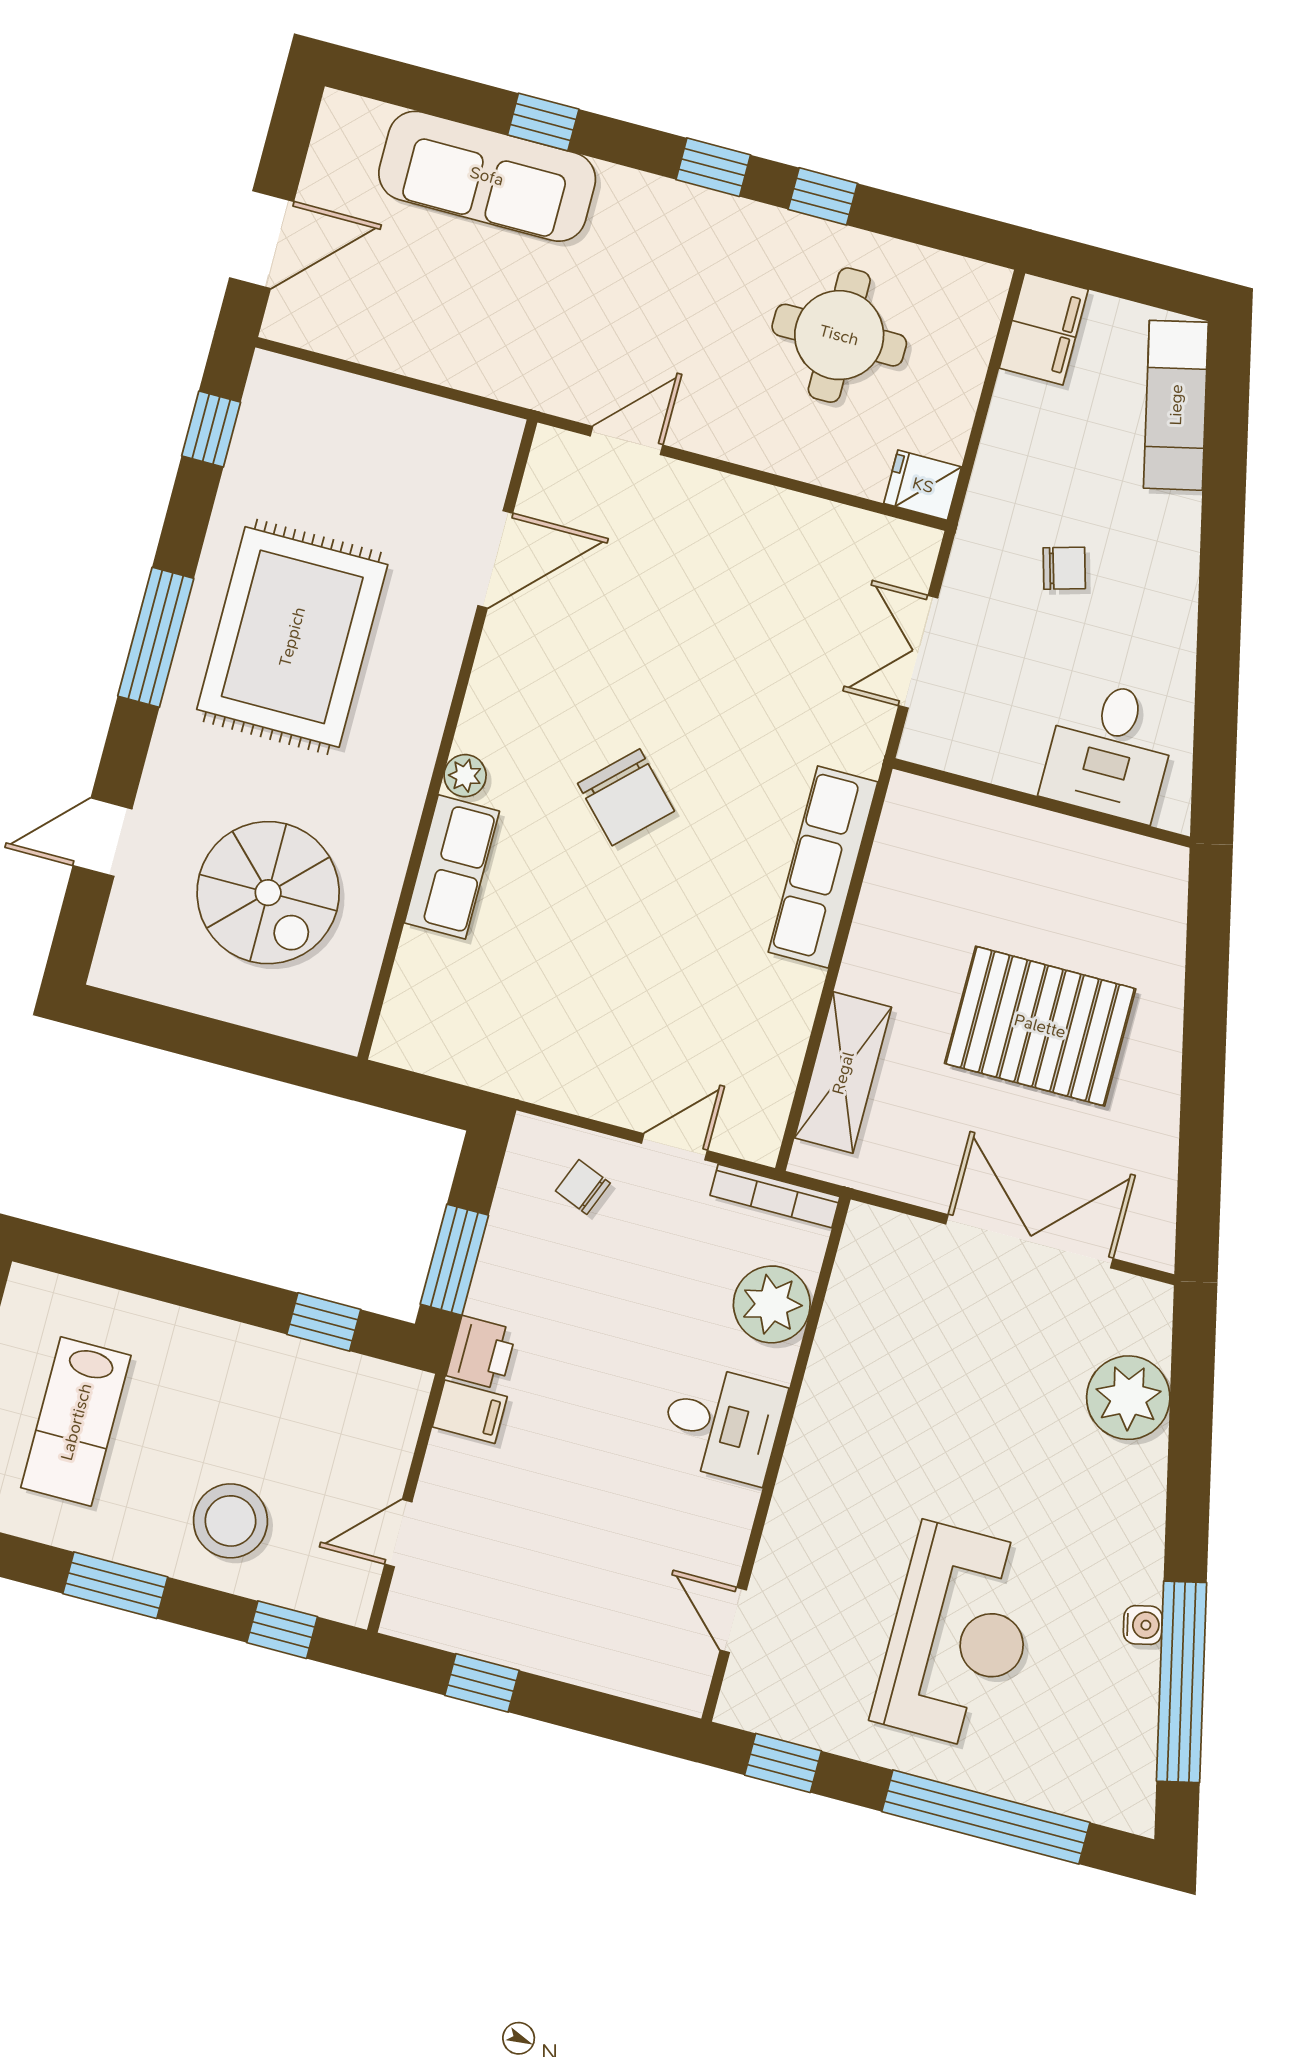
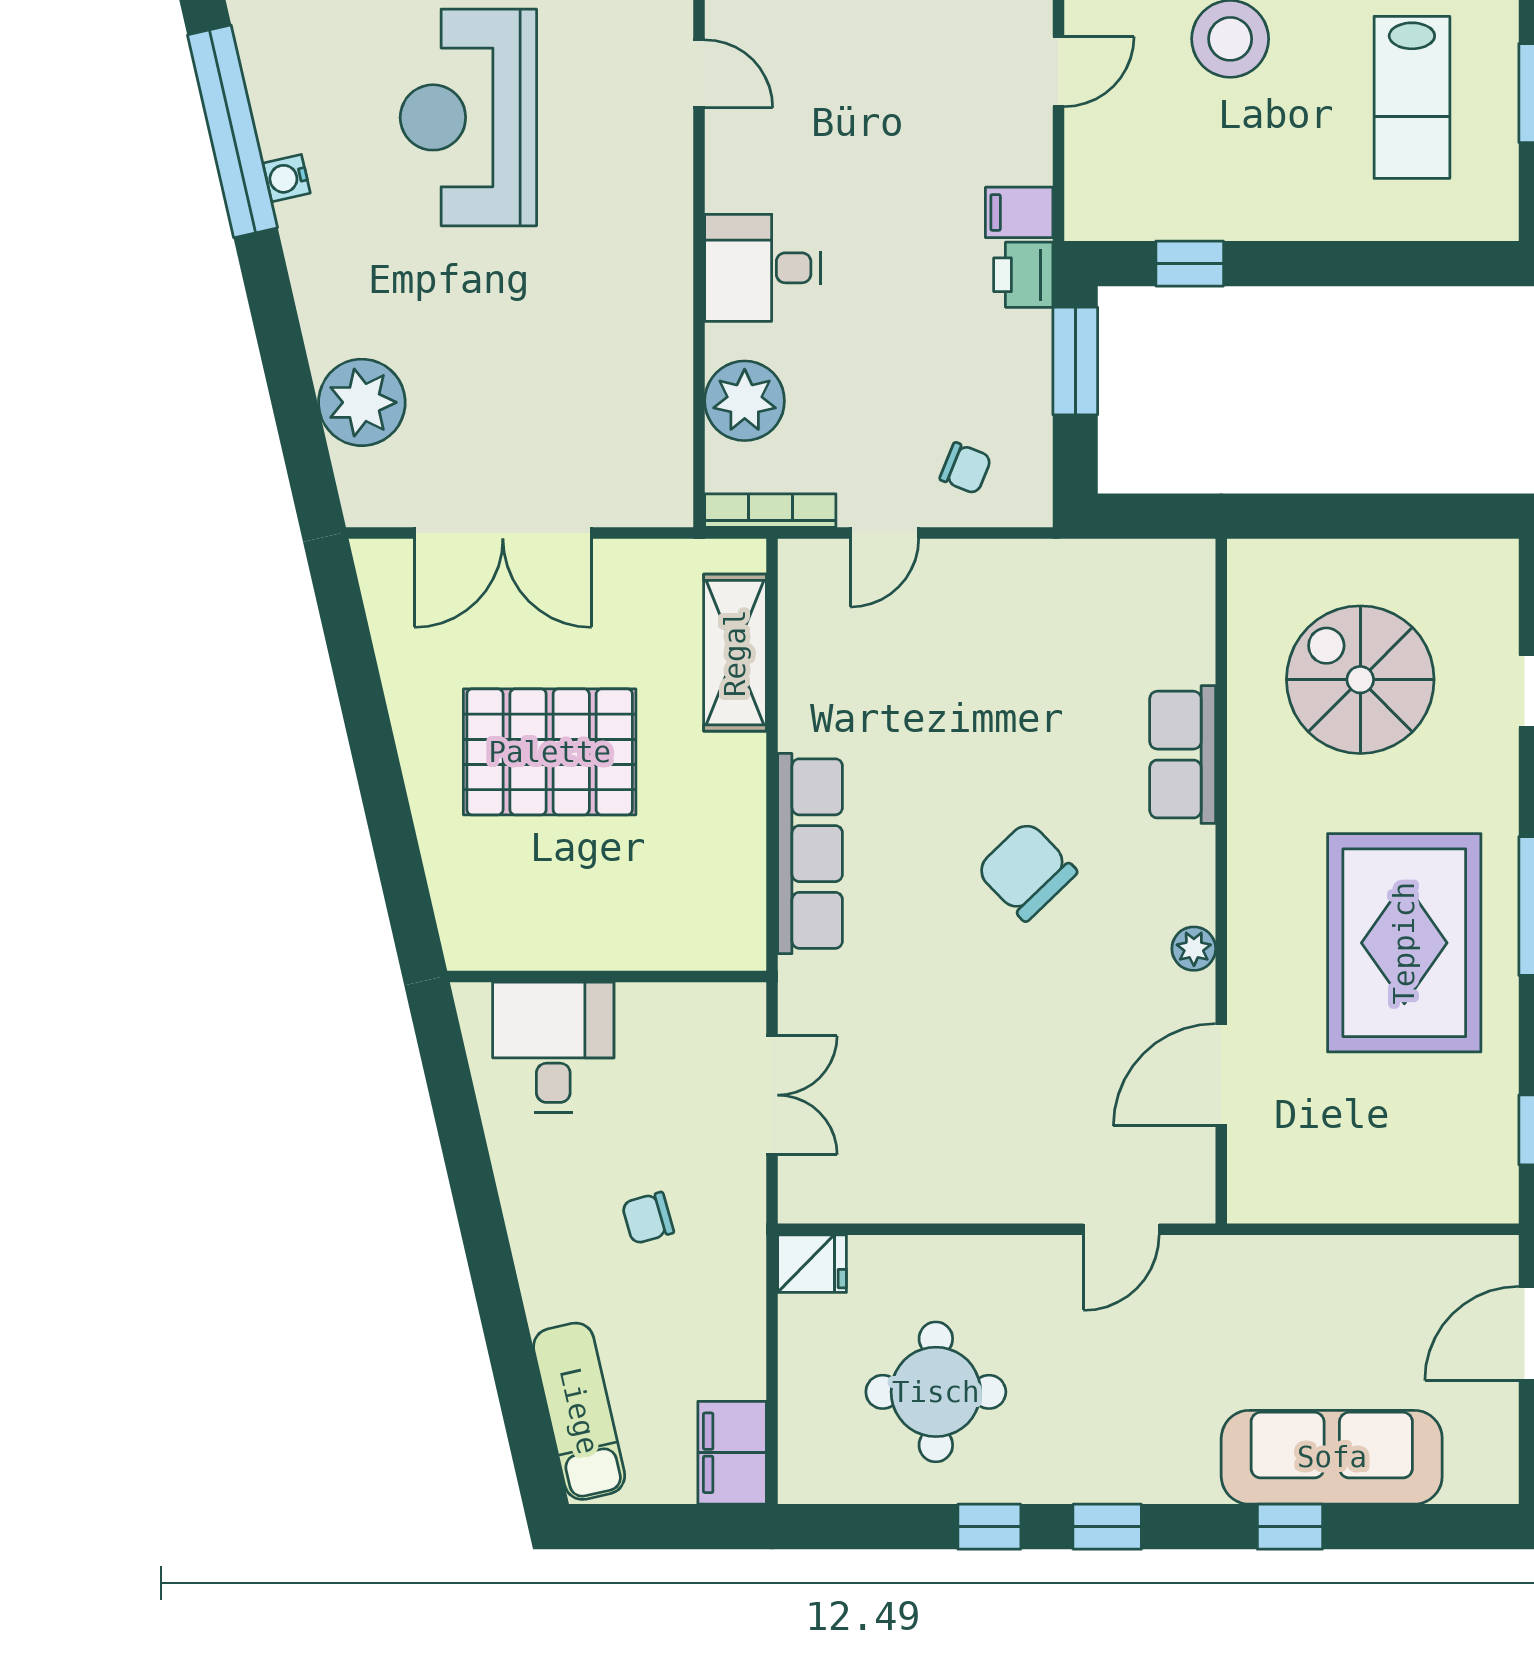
plant: (465, 776) -> (1194, 949), moved
lab bench: (76, 1422) -> (1412, 97), turned 180

